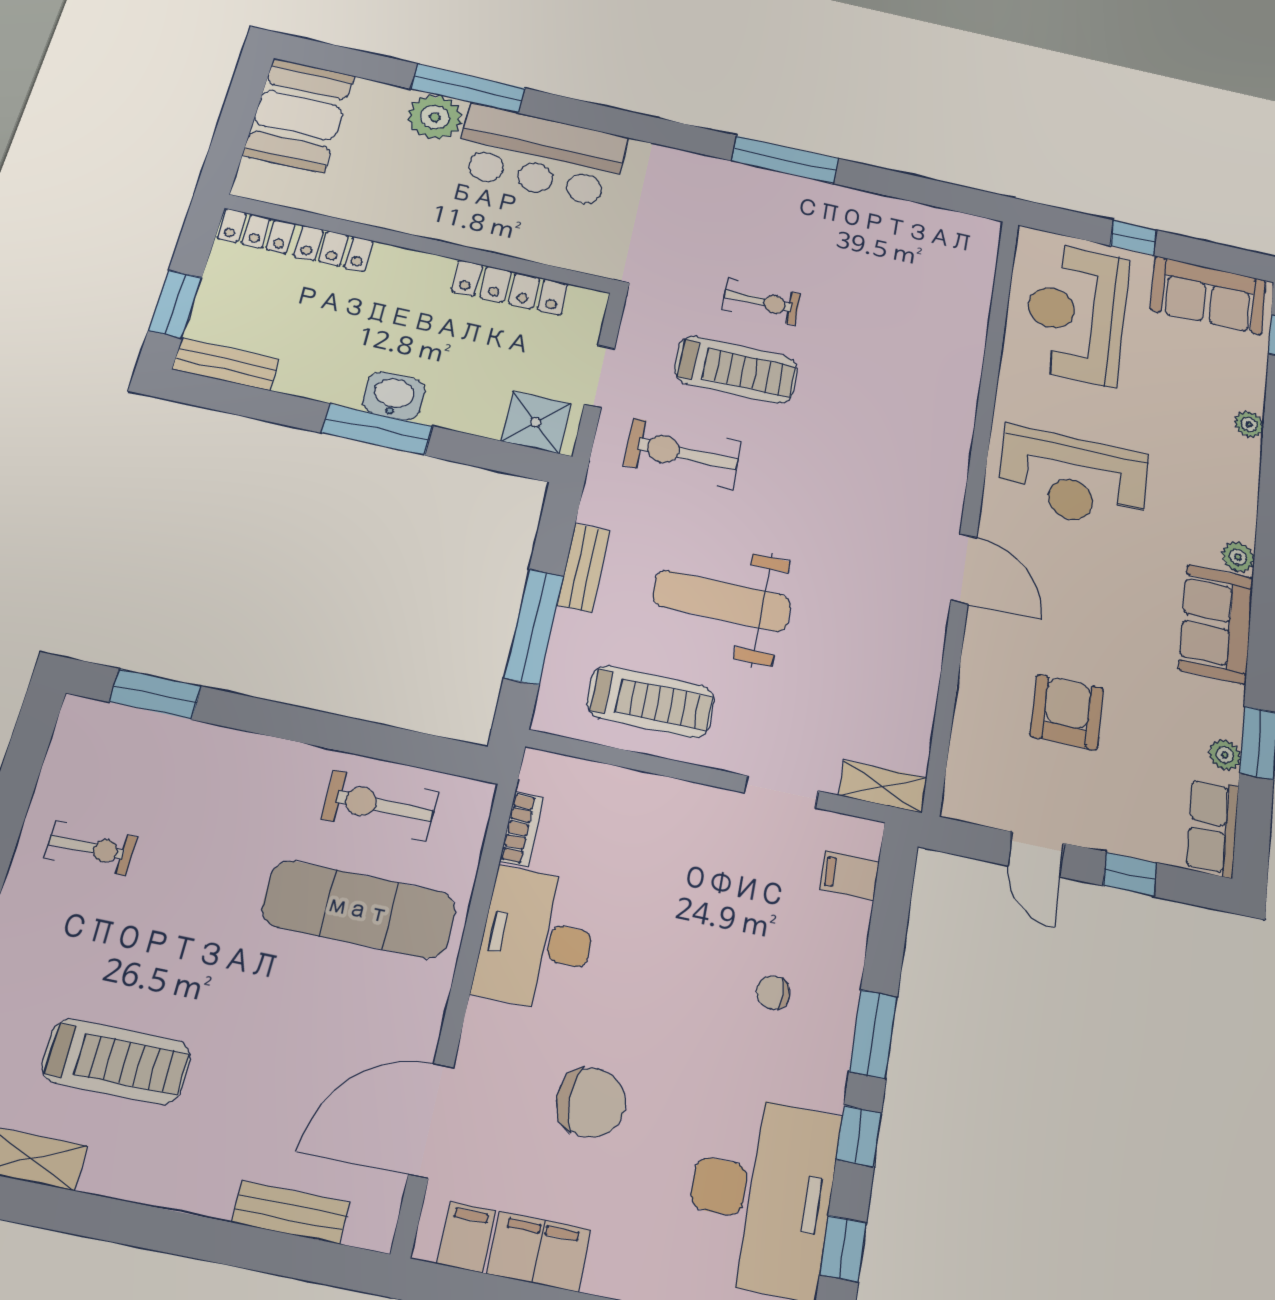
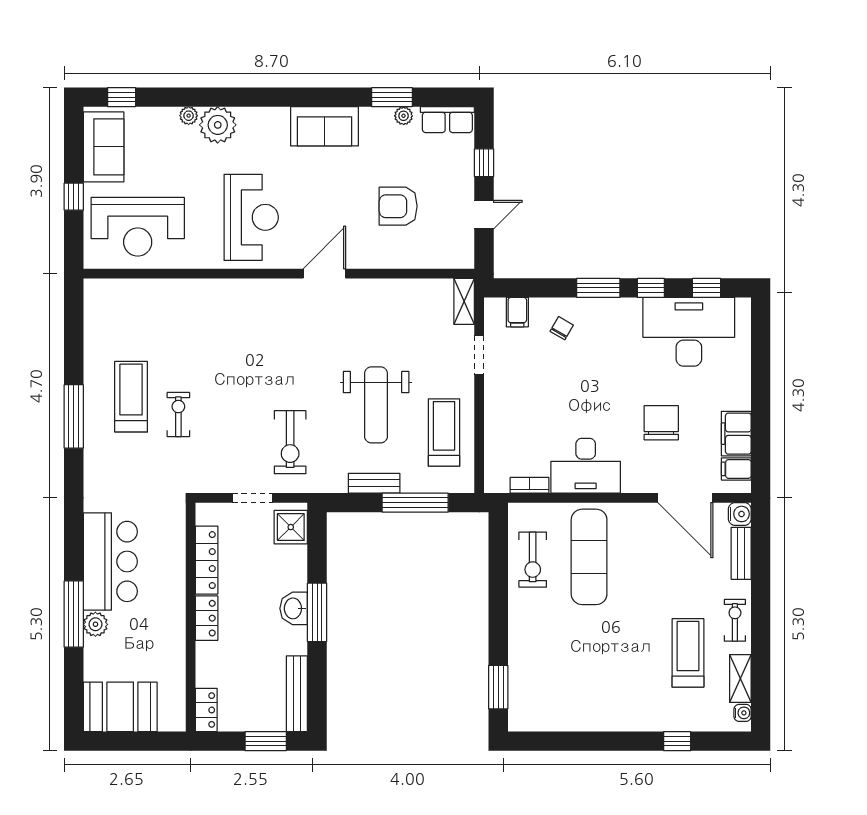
plant: (435, 117) -> (95, 624), width x0.73, depth x0.73
locker: (334, 249) -> (207, 618), moved
bench: (226, 364) -> (297, 694), width x1.36
treadmill: (736, 370) -> (131, 397), moved
plant: (1238, 557) -> (218, 125), moved, width x1.88, depth x1.88
exercise bike: (90, 848) -> (735, 620), moved
chair: (773, 992) -> (562, 328), moved, turned -150
water cooler: (372, 1226) -> (740, 514), added

